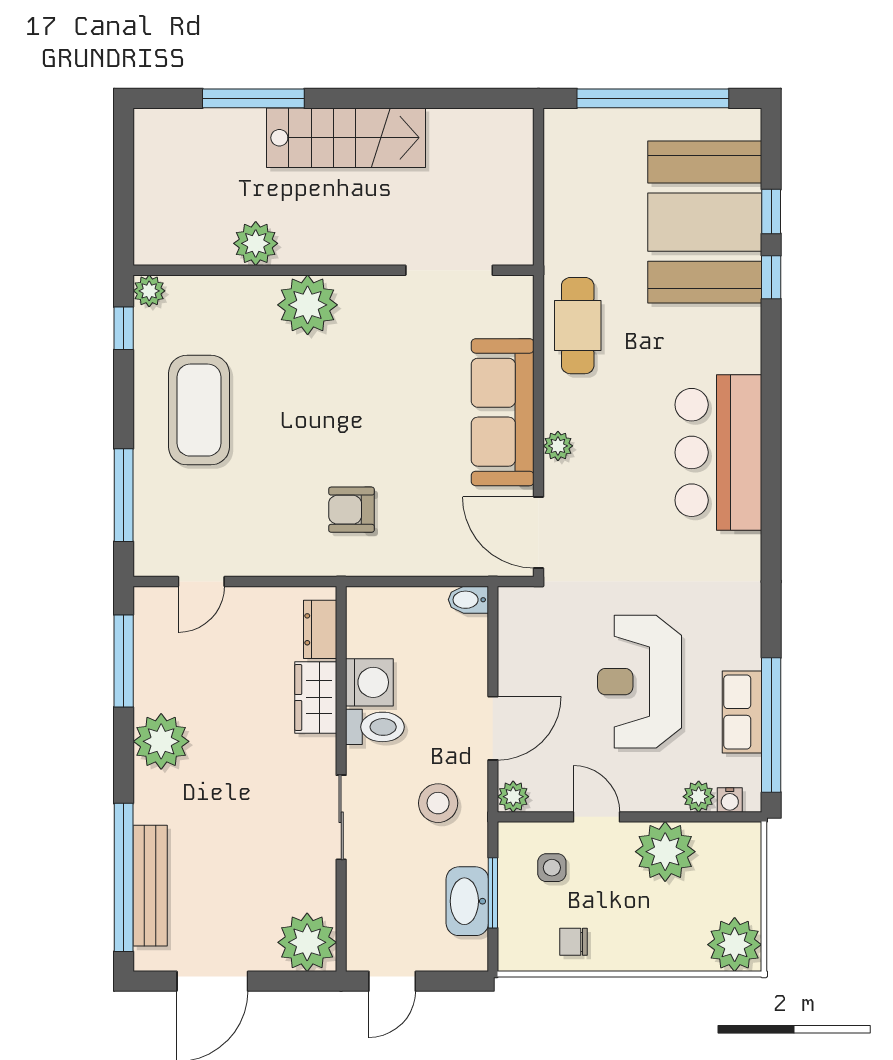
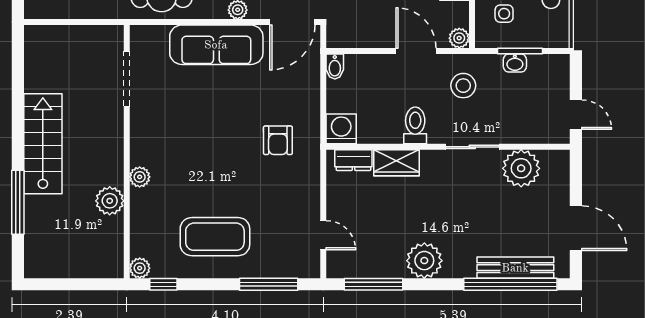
plant: (308, 305) -> (140, 177), width x0.53, depth x0.53
washing machine: (369, 682) -> (341, 129), moved
washbasin: (467, 901) -> (515, 63), width x0.52, depth x0.69
plant: (307, 942) -> (521, 168), moved

